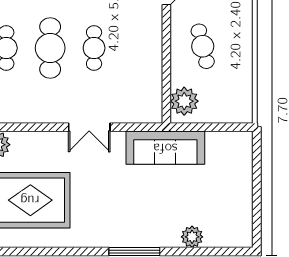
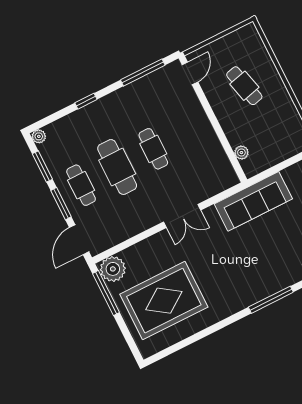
cafe table: (203, 46) -> (244, 86), moved
plant: (184, 101) -> (241, 153), width x0.53, depth x0.53

